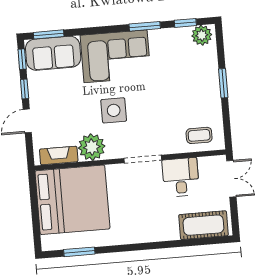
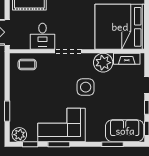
window: (49, 34) -> (113, 144), moved
corner sofa: (116, 56) -> (61, 125), moved
window: (223, 83) -> (7, 111), moved

